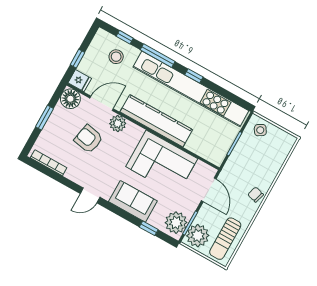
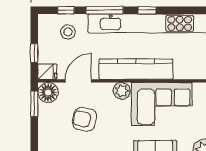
window: (44, 118) -> (34, 104), moved
plant: (118, 123) -> (122, 91), moved

